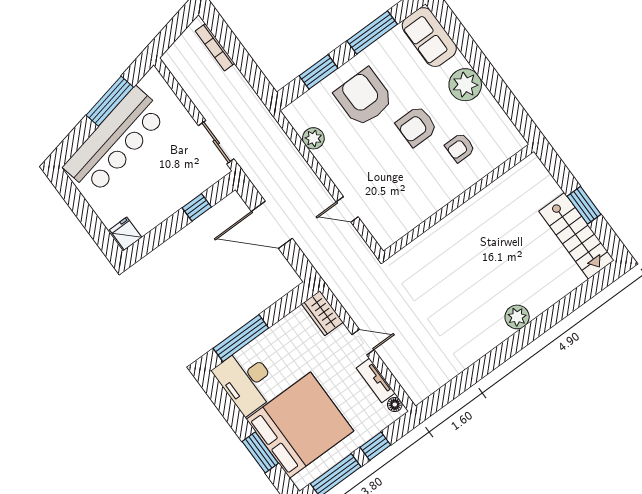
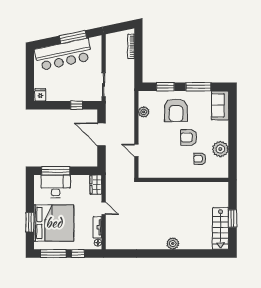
plant: (465, 85) -> (220, 149), moved
armchair: (364, 97) -> (176, 110), turned 180
desk: (246, 381) -> (56, 186), moved, turned 90

